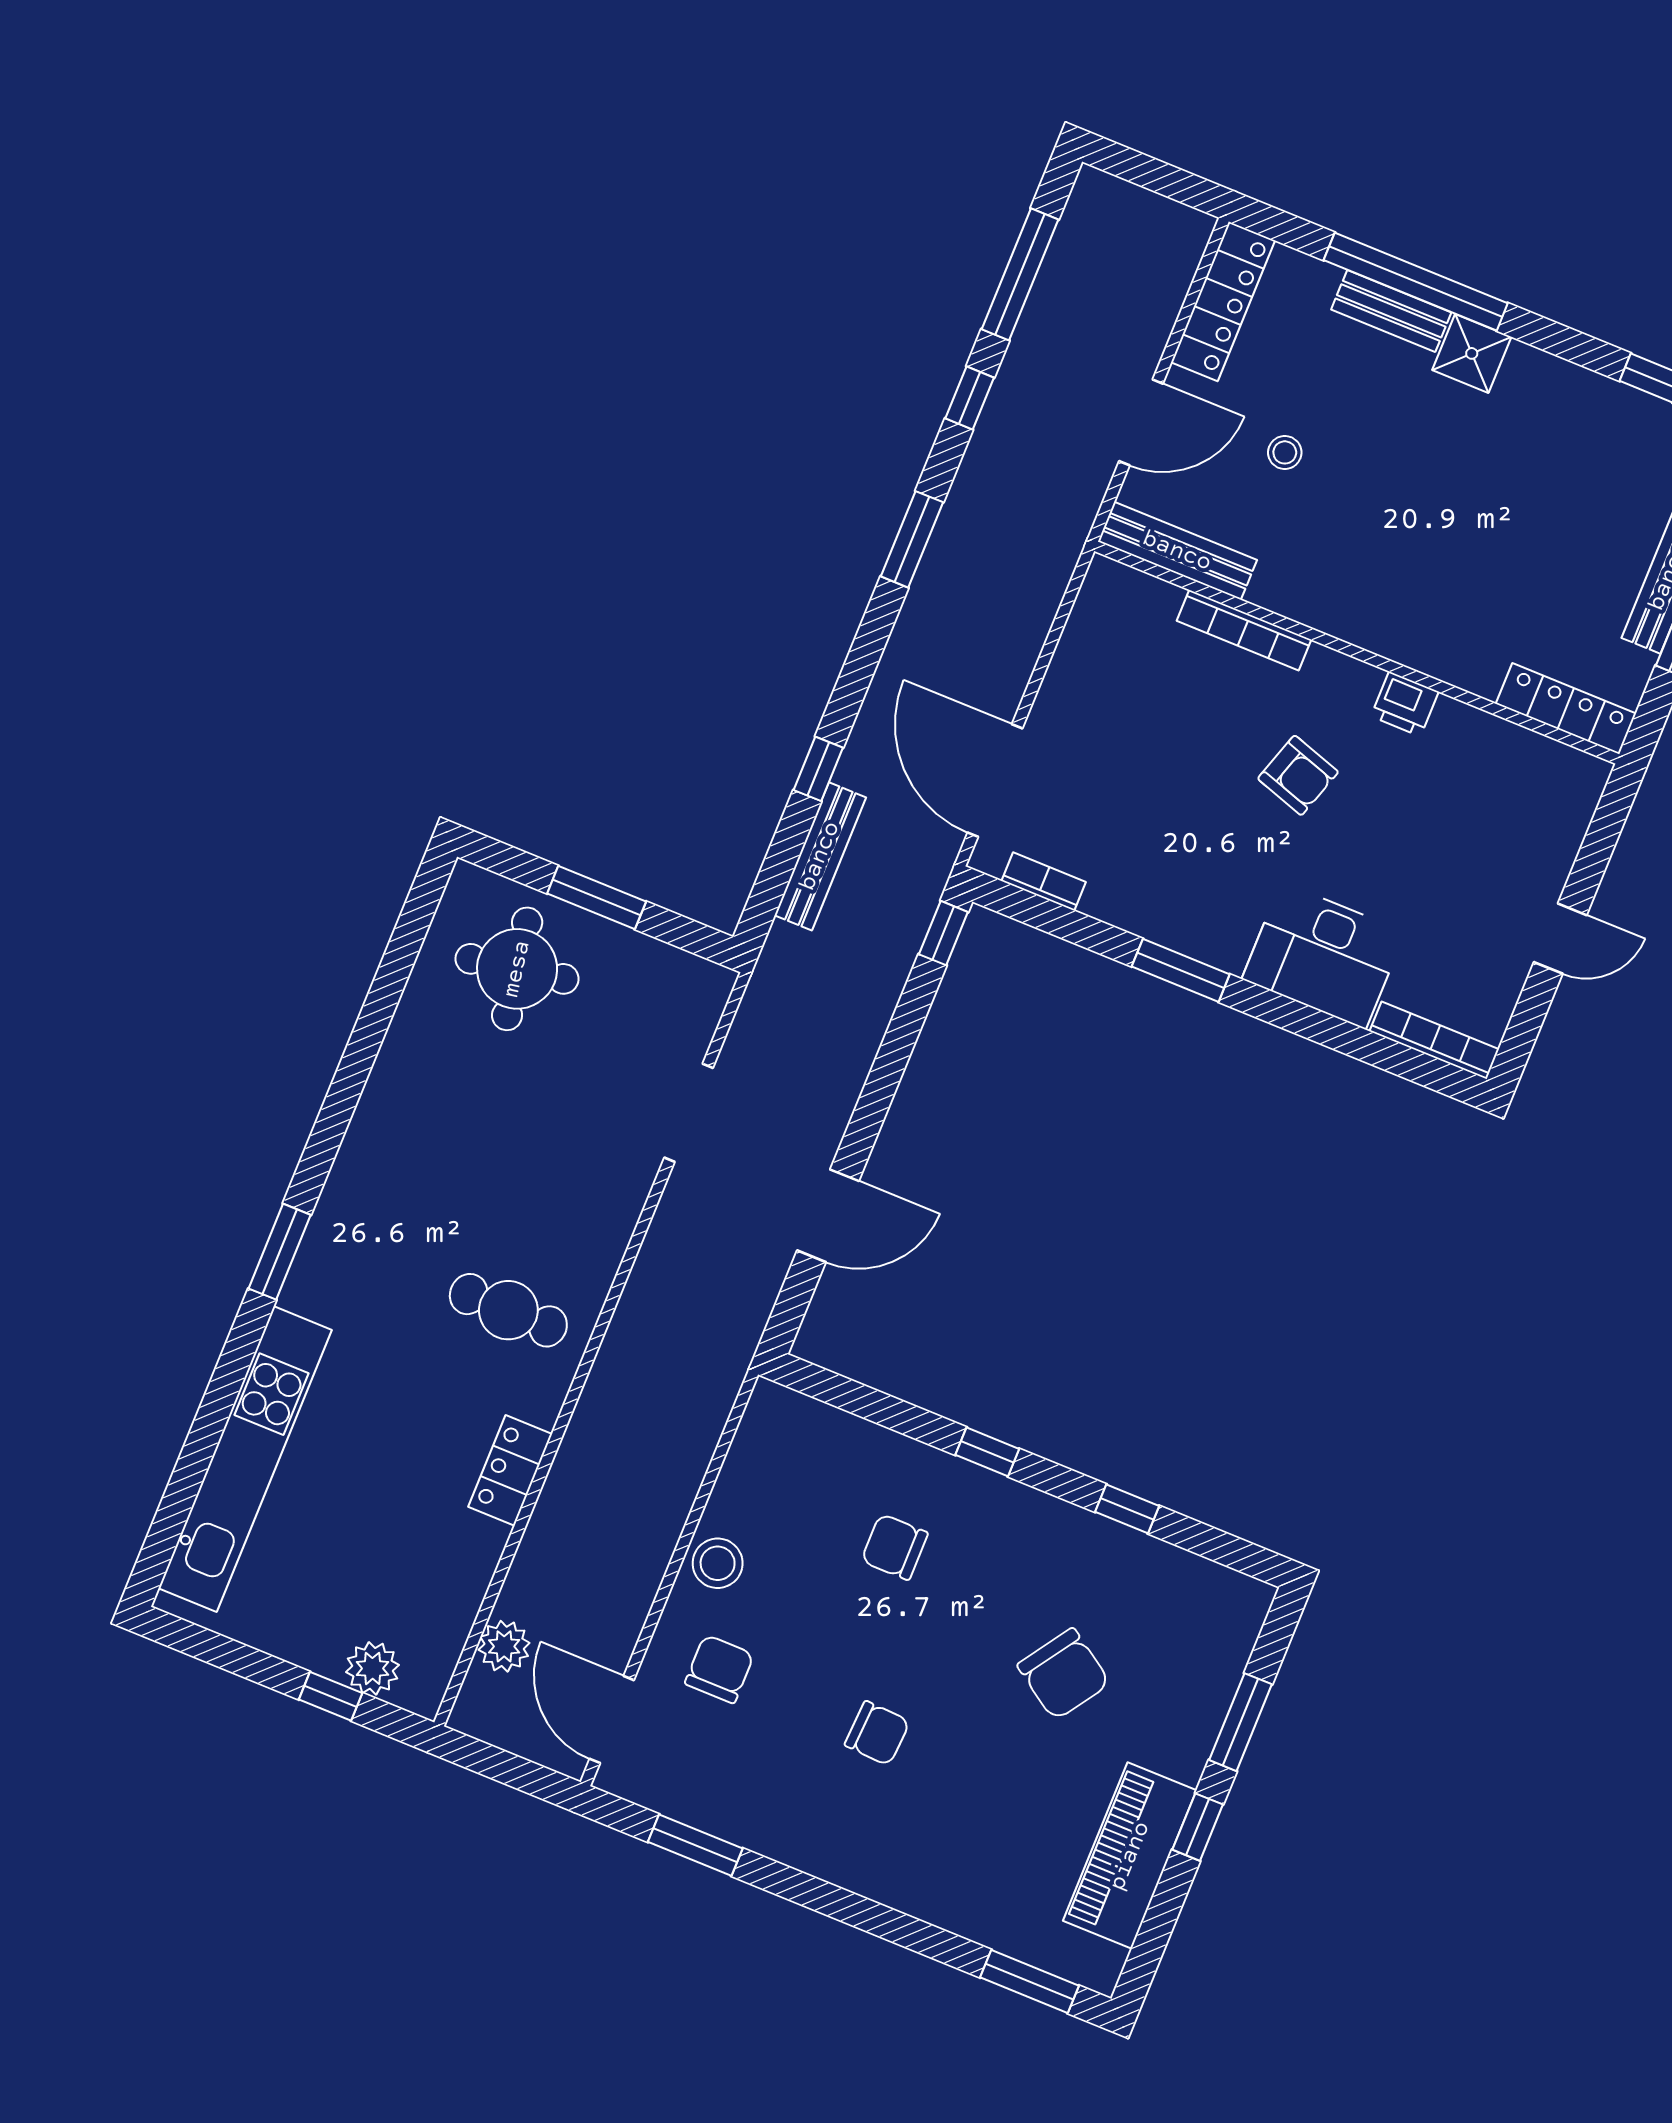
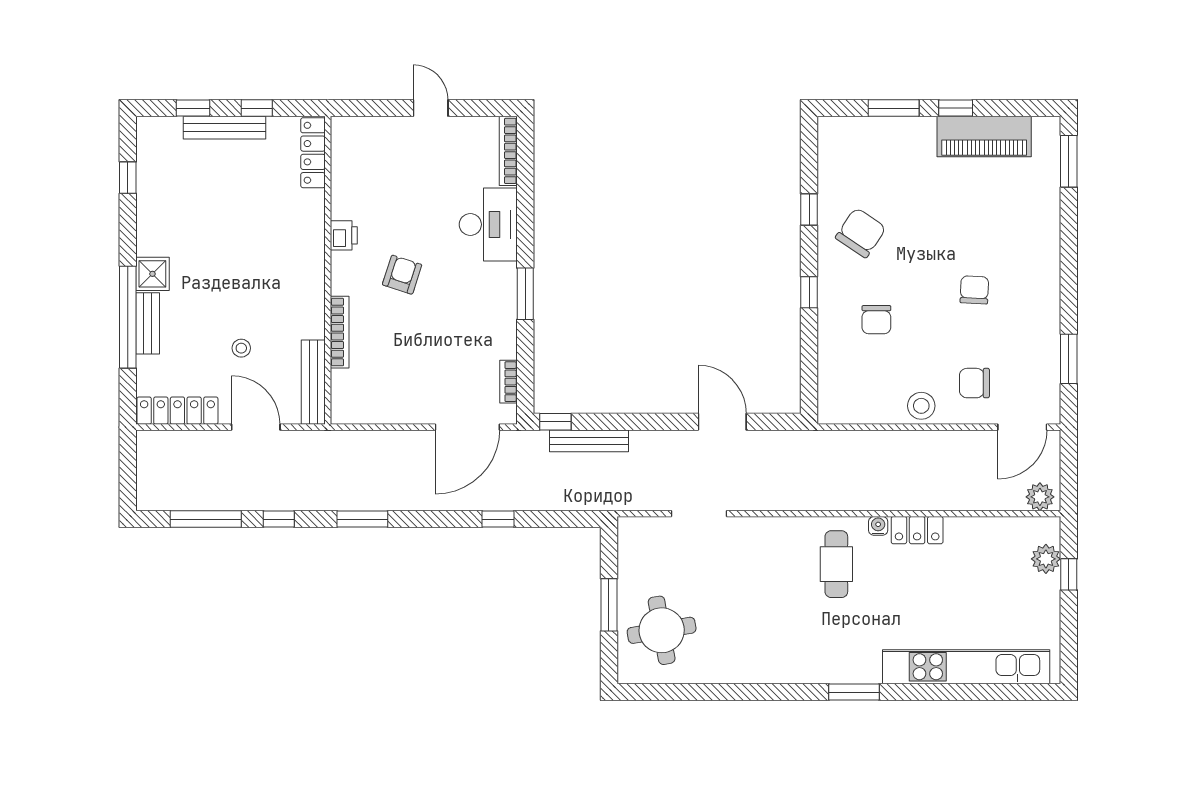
bench: (820, 856) -> (589, 441), moved
water cooler: (544, 1407) -> (878, 526), added
plant: (504, 1646) -> (1040, 497), moved
chair: (1064, 1674) -> (861, 233), moved

